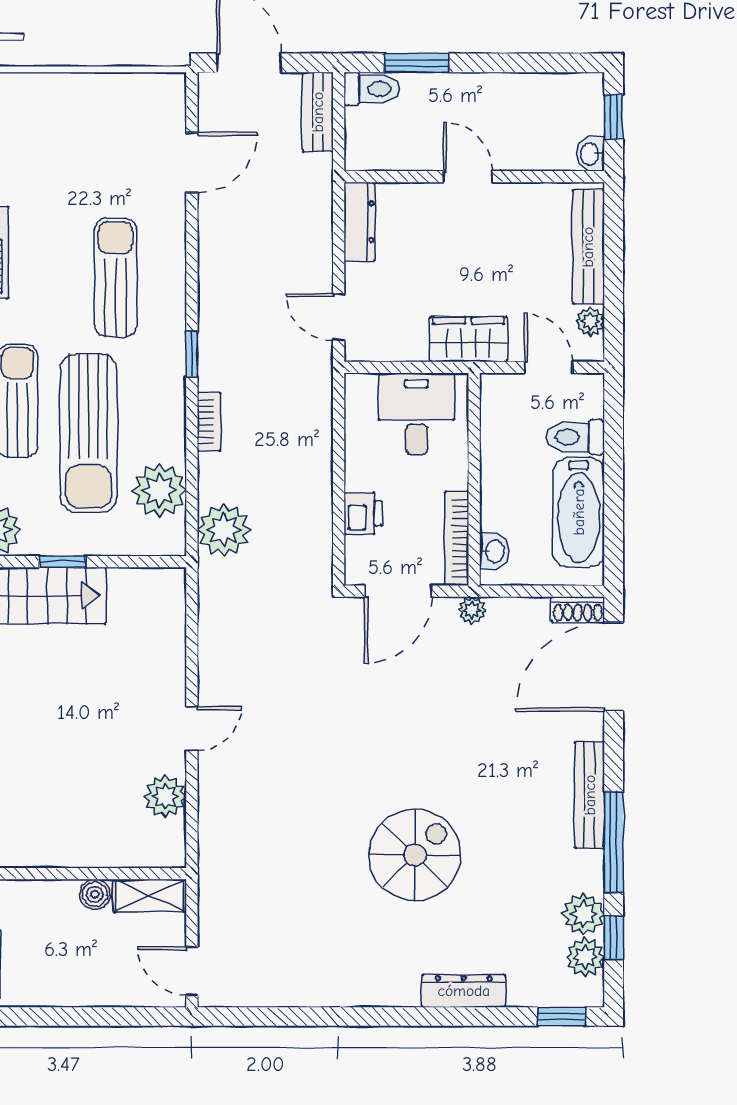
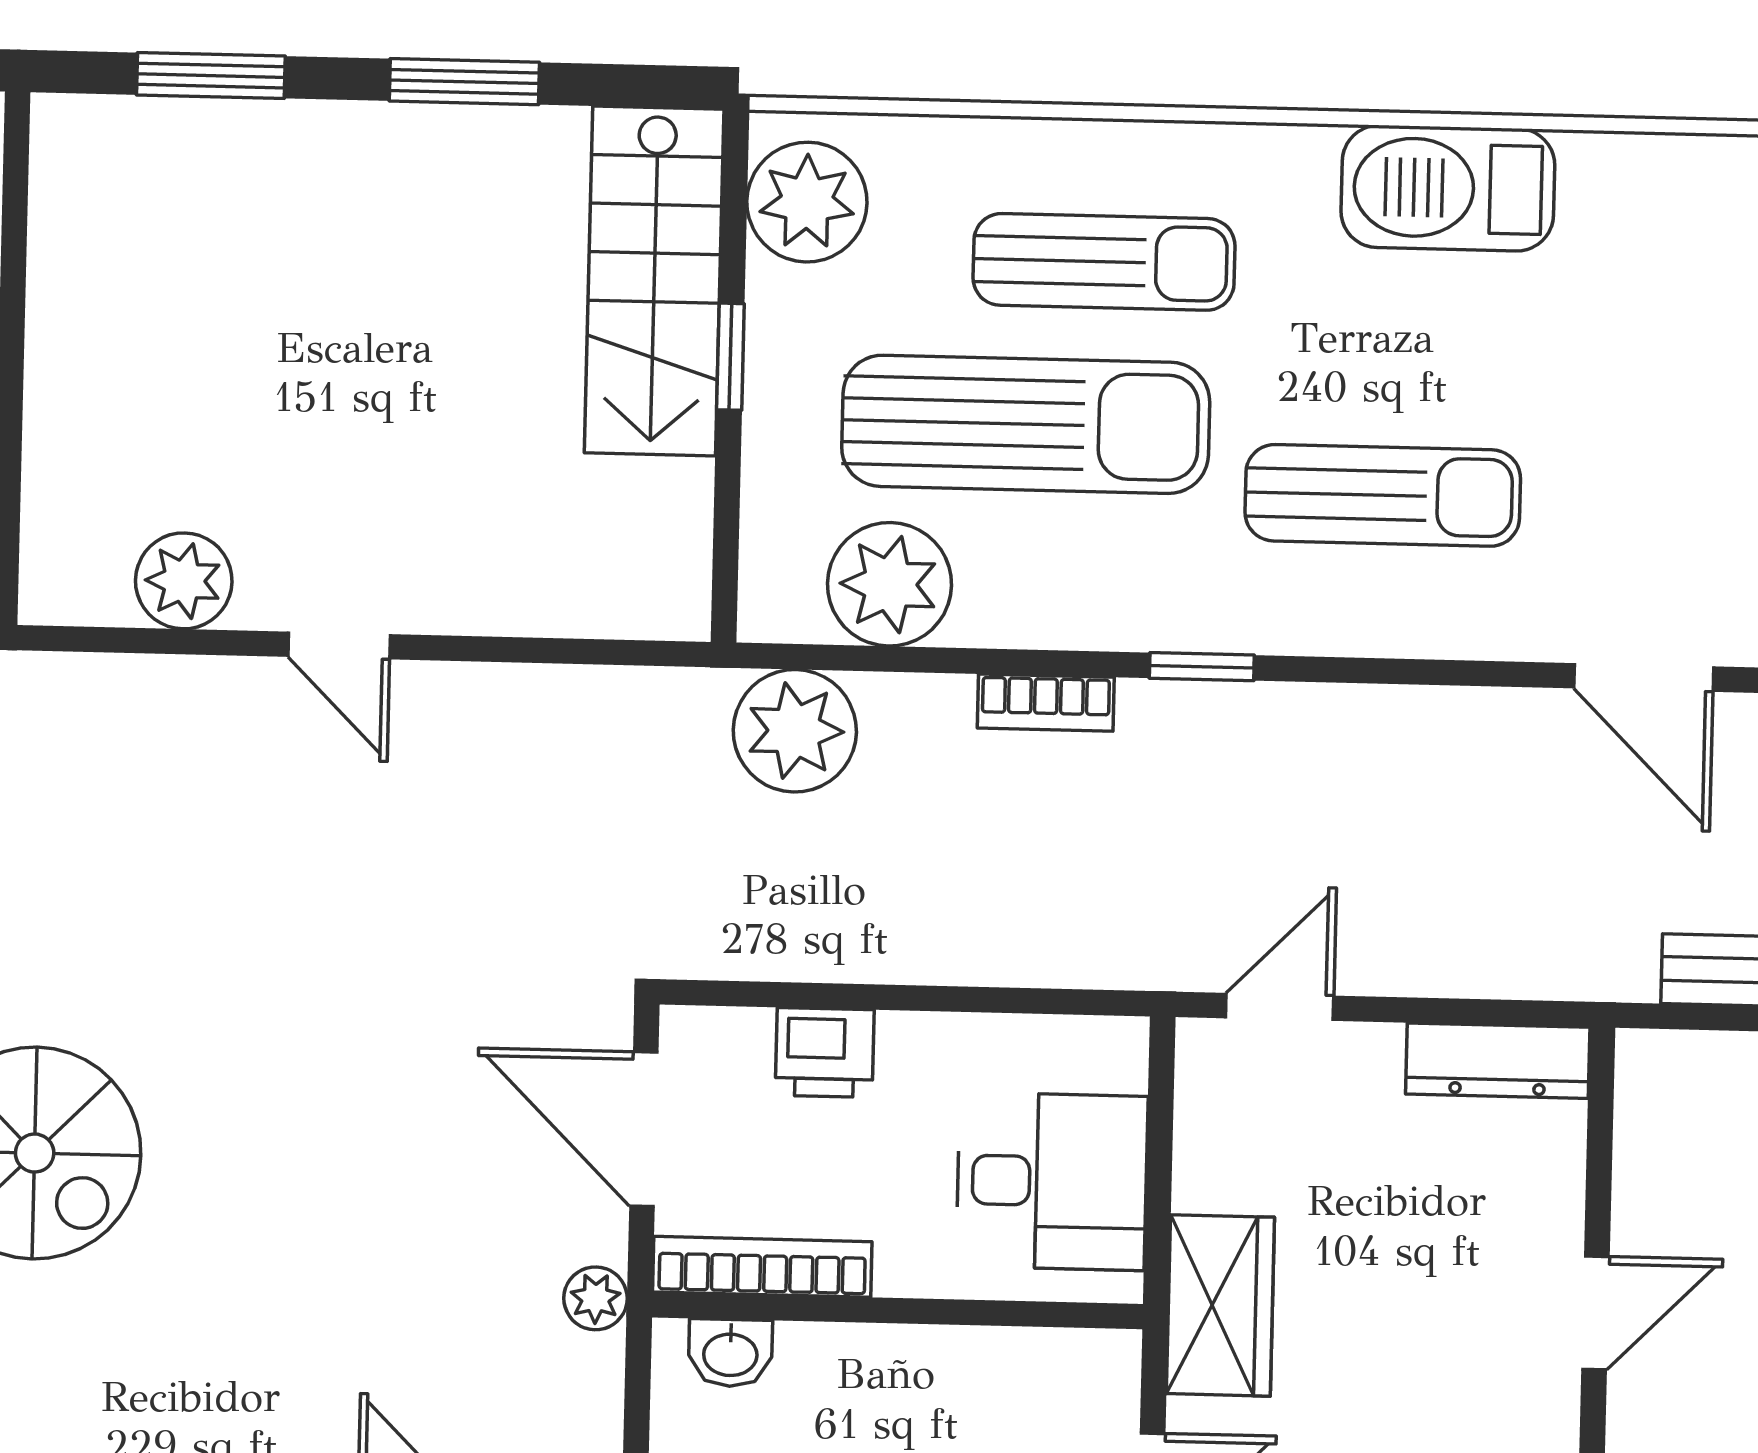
sun lounger: (89, 433) -> (1026, 424), turned 180

